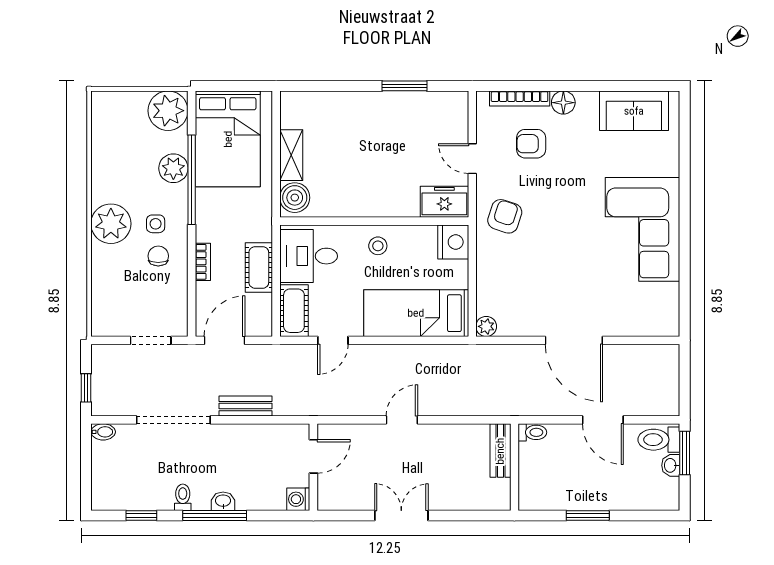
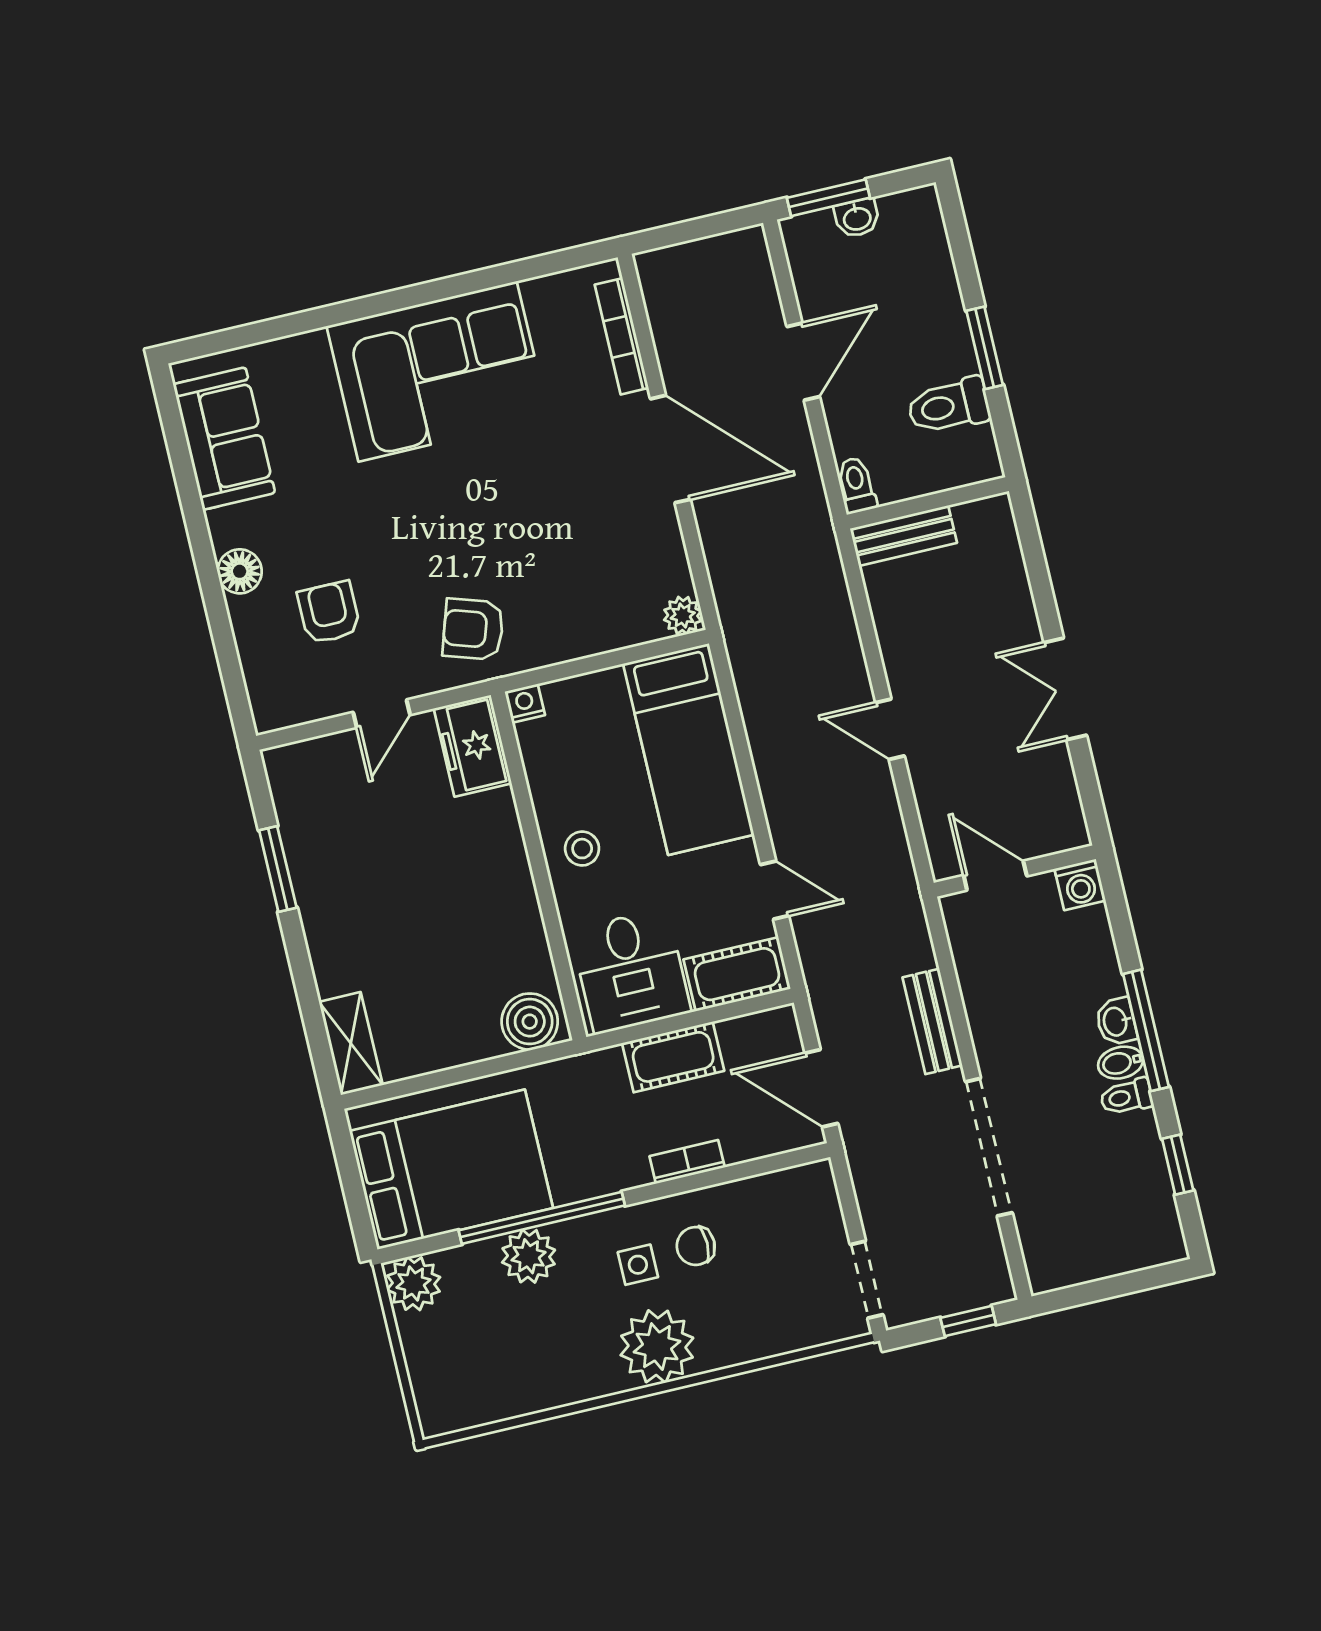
bookcase: (520, 98) -> (622, 336), moved, turned 180
plant: (168, 111) -> (414, 1284), width x0.73, depth x0.73
armchair: (531, 144) -> (329, 612), turned 180
shelving: (291, 155) -> (351, 1044), moved, turned 90
nightstand: (453, 242) -> (525, 703), width x0.53, depth x0.56
doorway: (151, 340) -> (867, 1280), moved
door: (574, 340) -> (670, 449), hinge flipped
bidet: (103, 432) -> (1121, 1063), moved, turned -90
toilet: (659, 440) -> (949, 406), moved, turned 90

